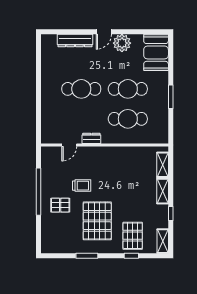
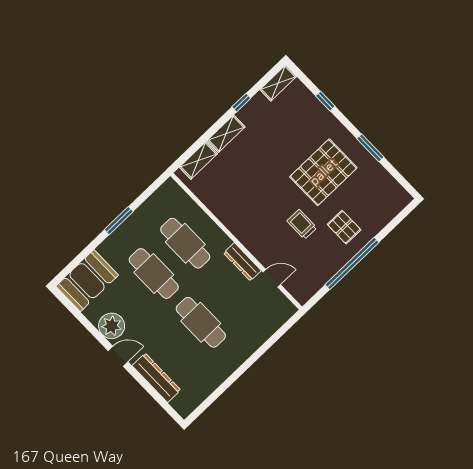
dresser: (91, 138) -> (242, 262), width x1.44
pallet: (133, 236) -> (303, 120), removed

